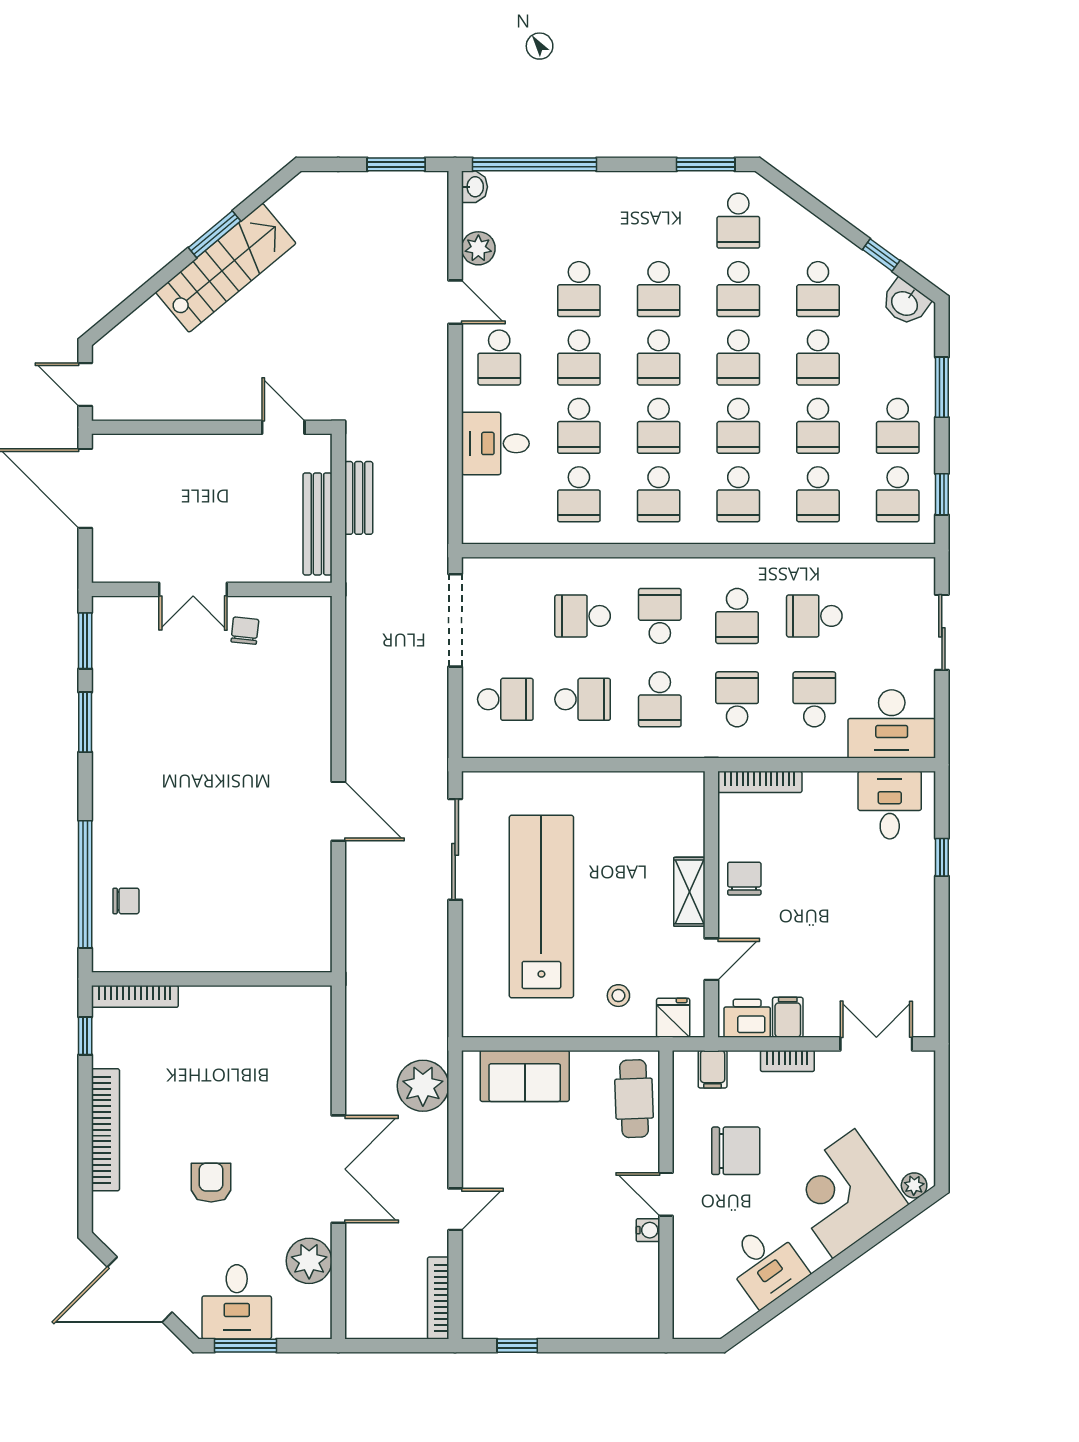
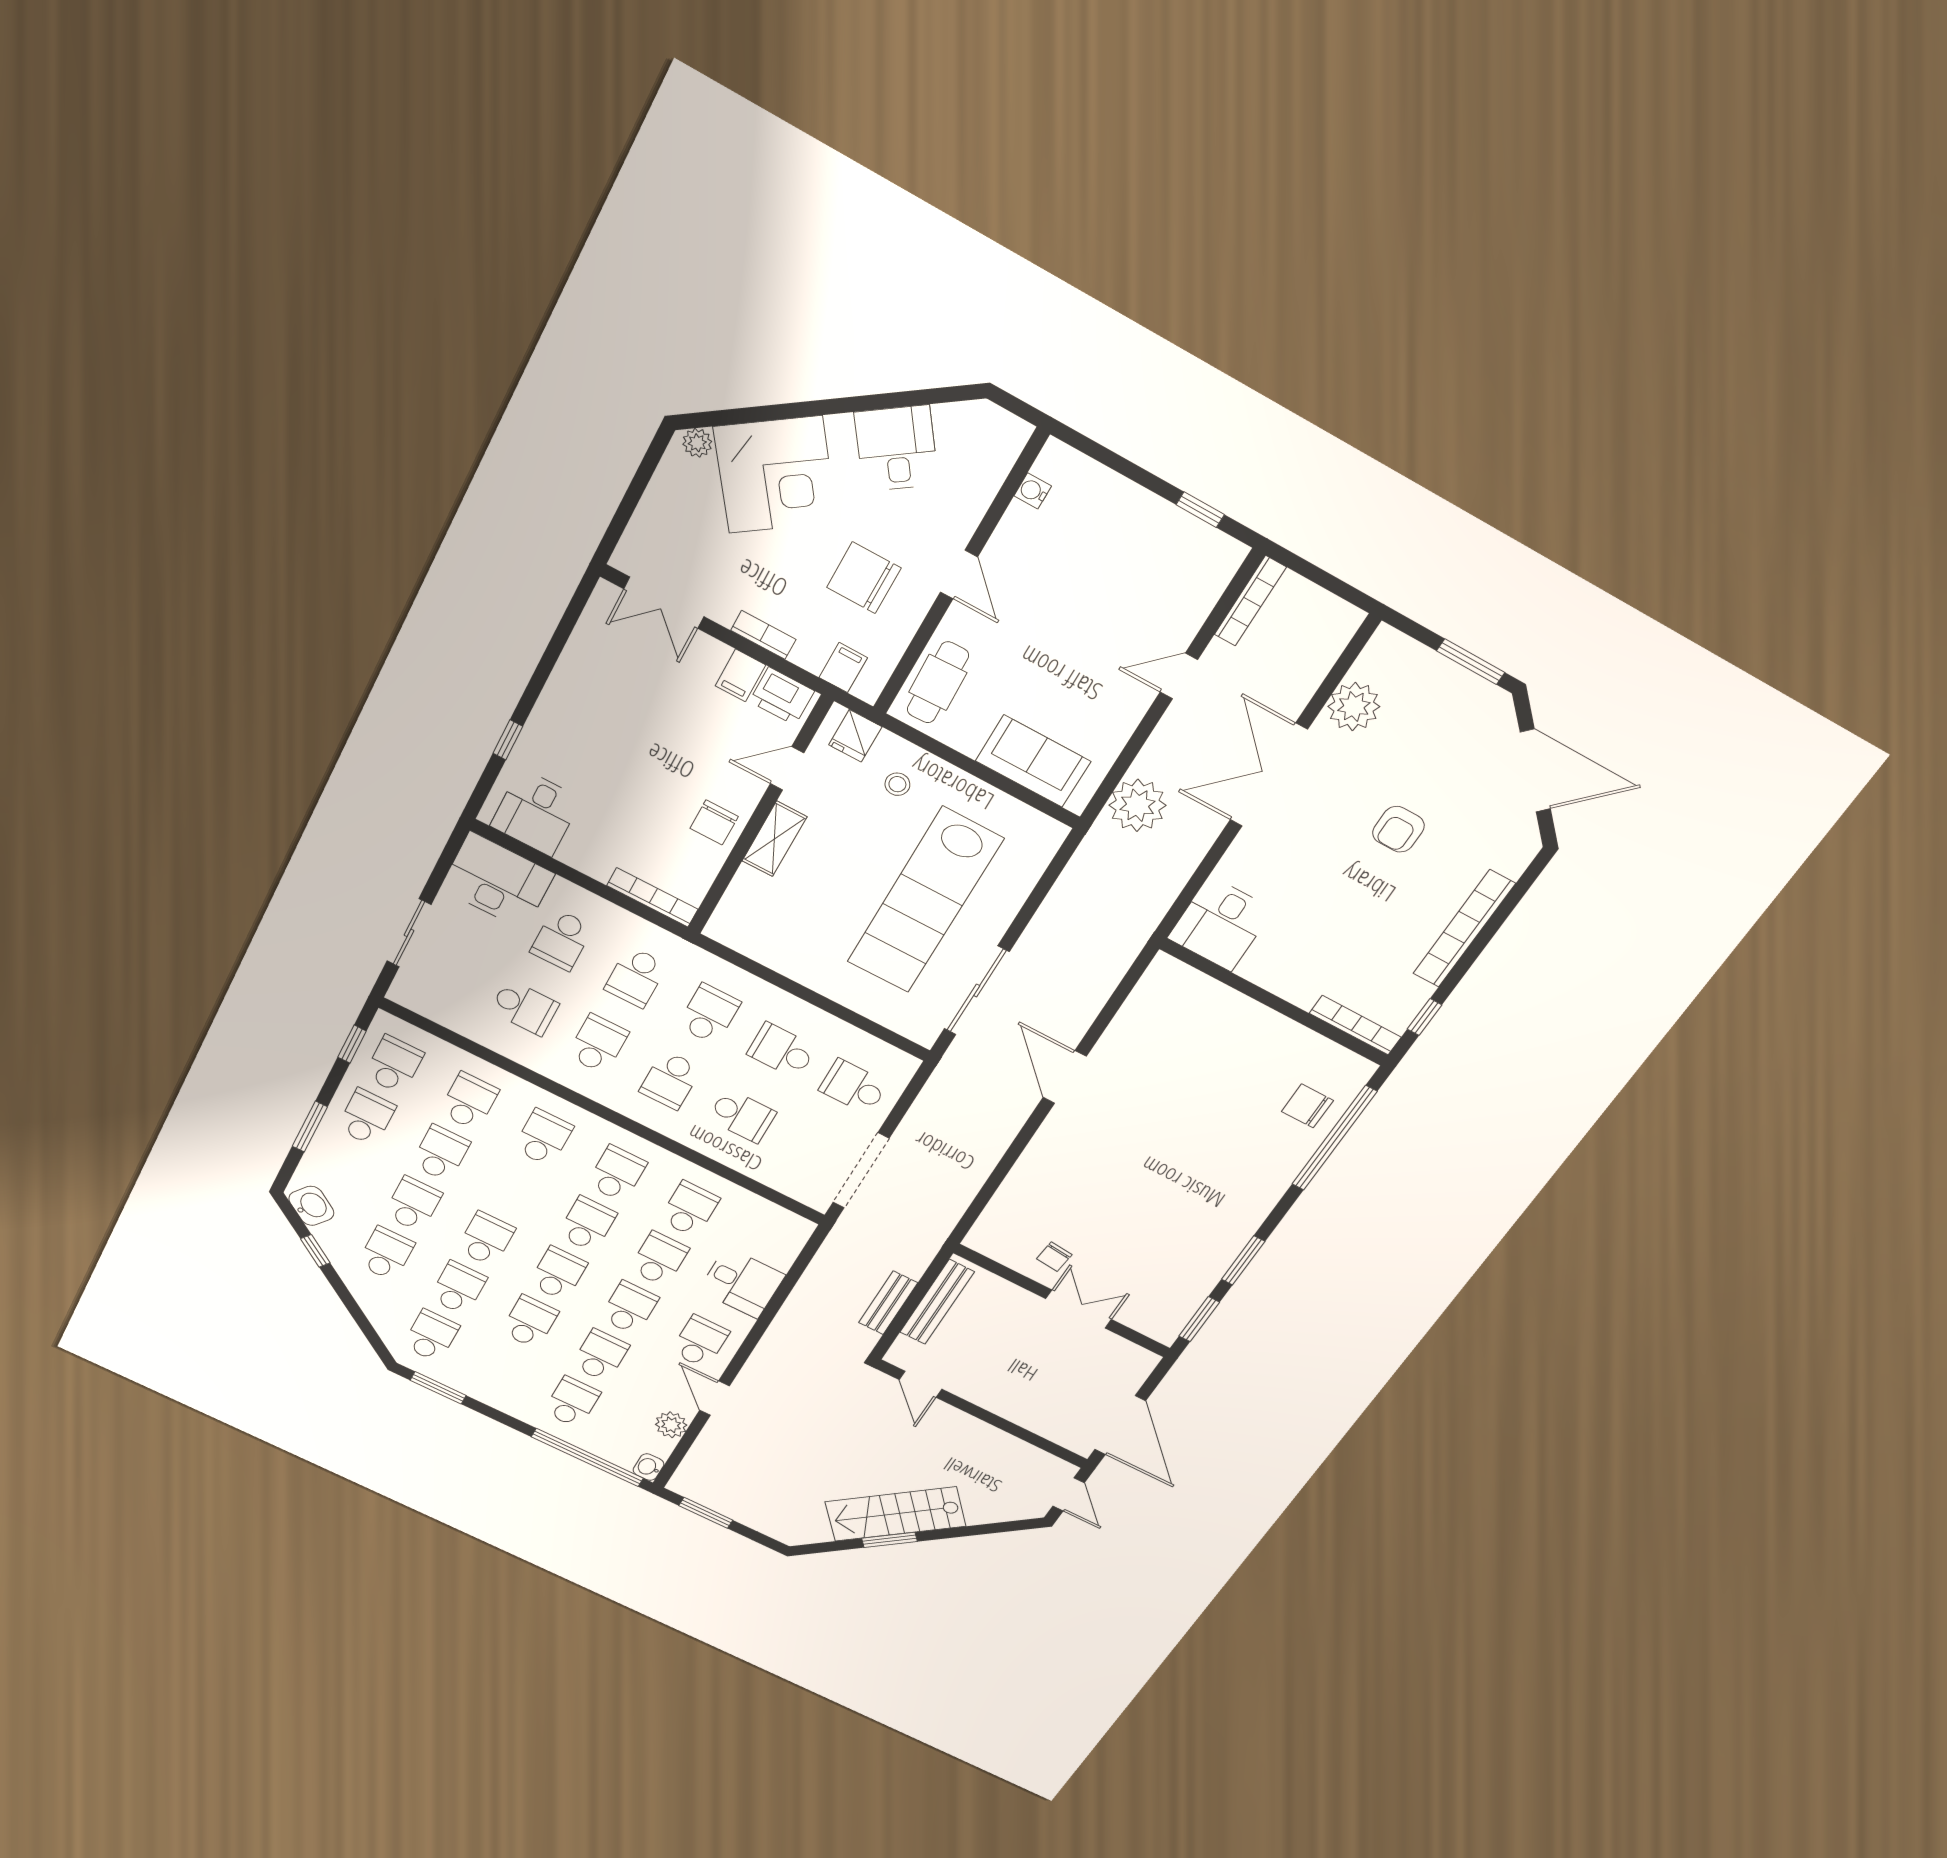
school desk: (738, 426) -> (572, 1402), moved
chair: (126, 901) -> (1307, 1106), width x1.37, depth x1.37
water cooler: (648, 1230) -> (1033, 491), moved
desk: (237, 1302) -> (1220, 924), moved, turned 180

